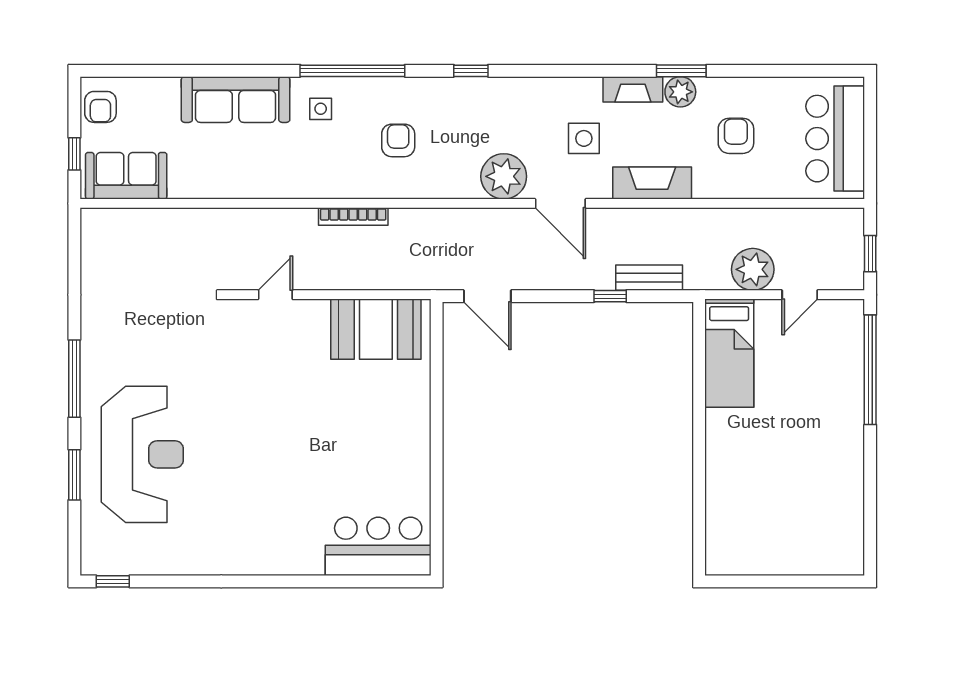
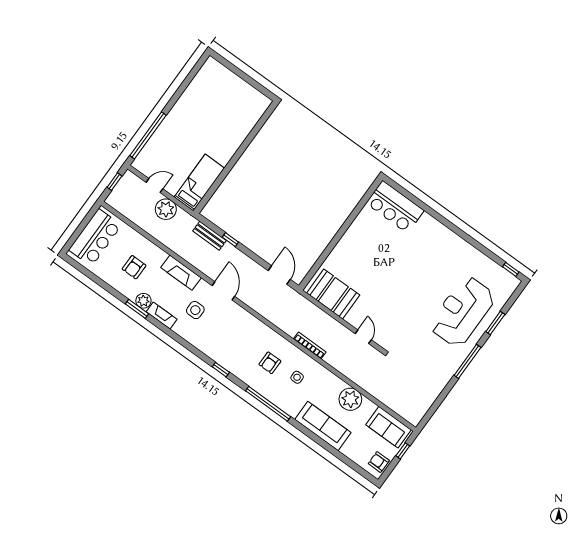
armchair: (100, 107) -> (379, 462), turned -90
side table: (321, 109) -> (297, 377), moved
plant: (504, 176) -> (350, 399), moved
door: (275, 295) -> (363, 337), swing flipped

